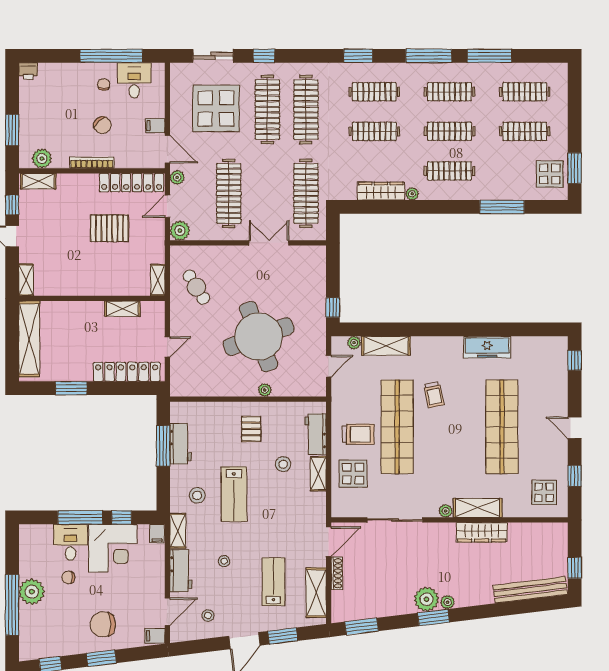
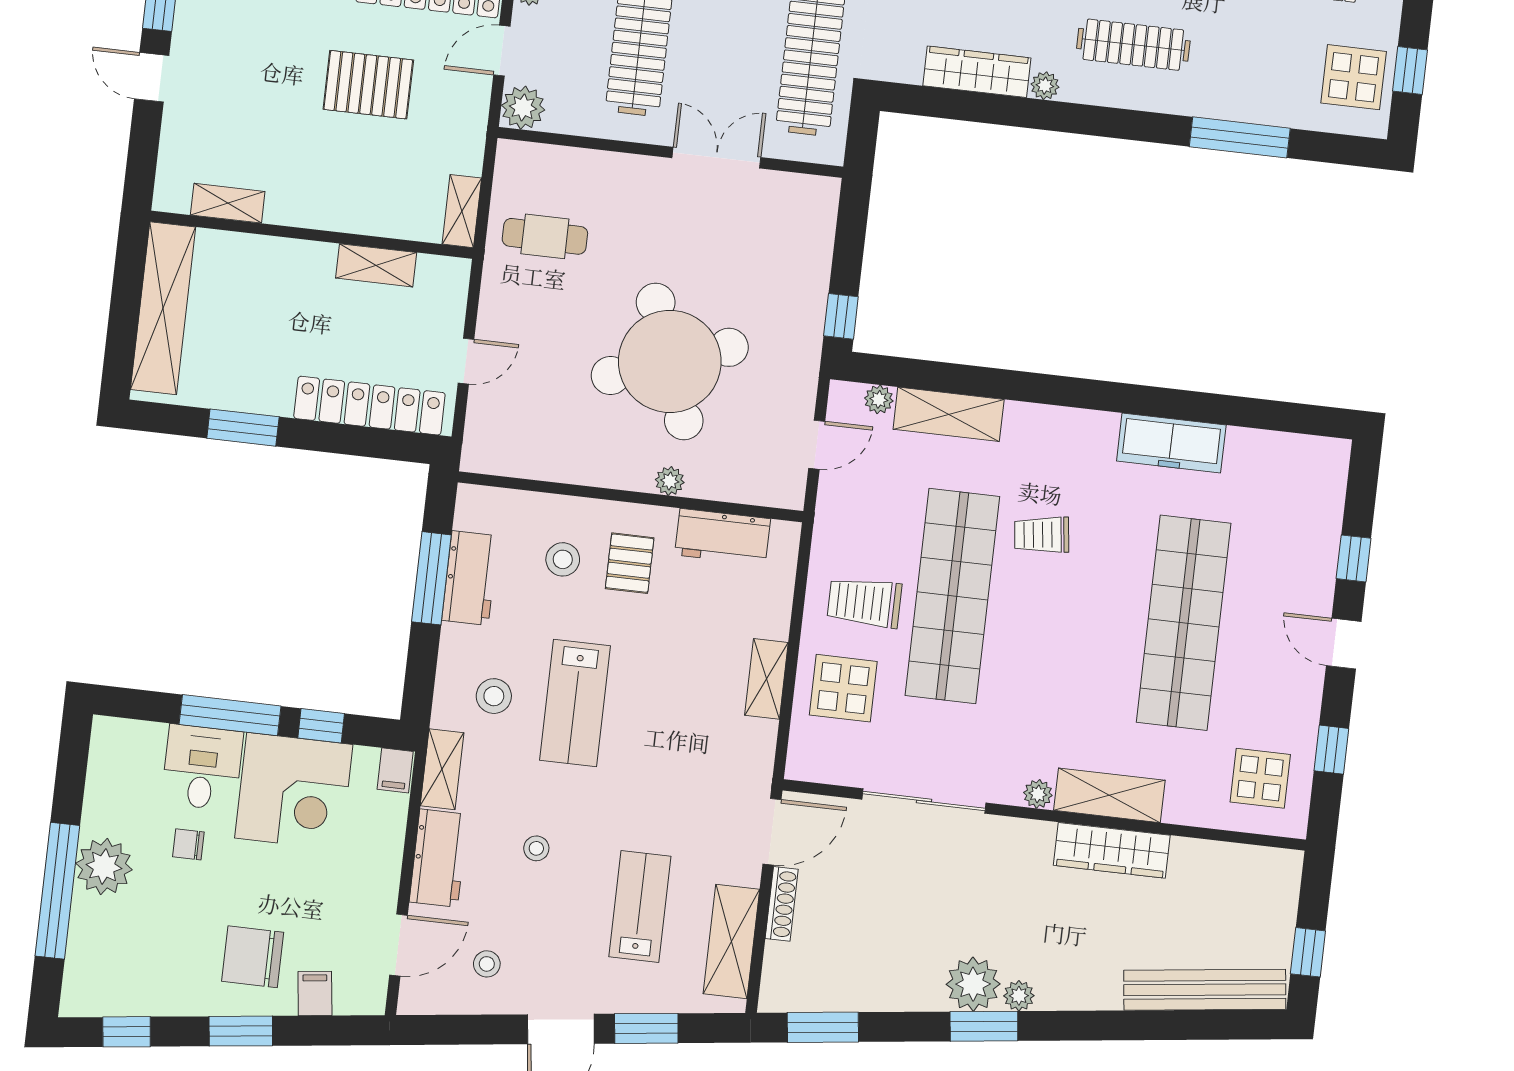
window: (575, 168) -> (1410, 70), width x0.67
shelving: (26, 280) -> (228, 203), moved, turned 90
cafe table: (196, 287) -> (545, 236), turned -58
window: (575, 360) -> (1354, 558), moved
trolley: (434, 395) -> (1042, 535), turned 95
workbench: (316, 434) -> (723, 537), moved, turned -90
trolley: (358, 434) -> (864, 602), turned 180
stool: (283, 464) -> (563, 559), moved
filing cabinet: (155, 636) -> (315, 993), moved, turned 83

